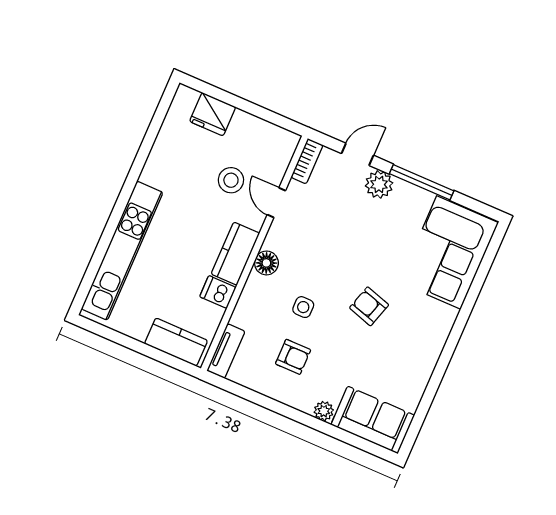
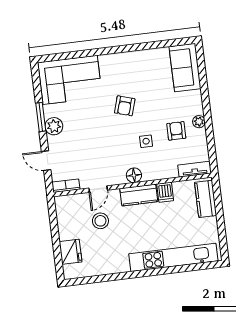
window: (422, 182) -> (41, 117), width x0.69
plant: (379, 184) -> (54, 126), moved
plant: (324, 411) -> (199, 122), moved

